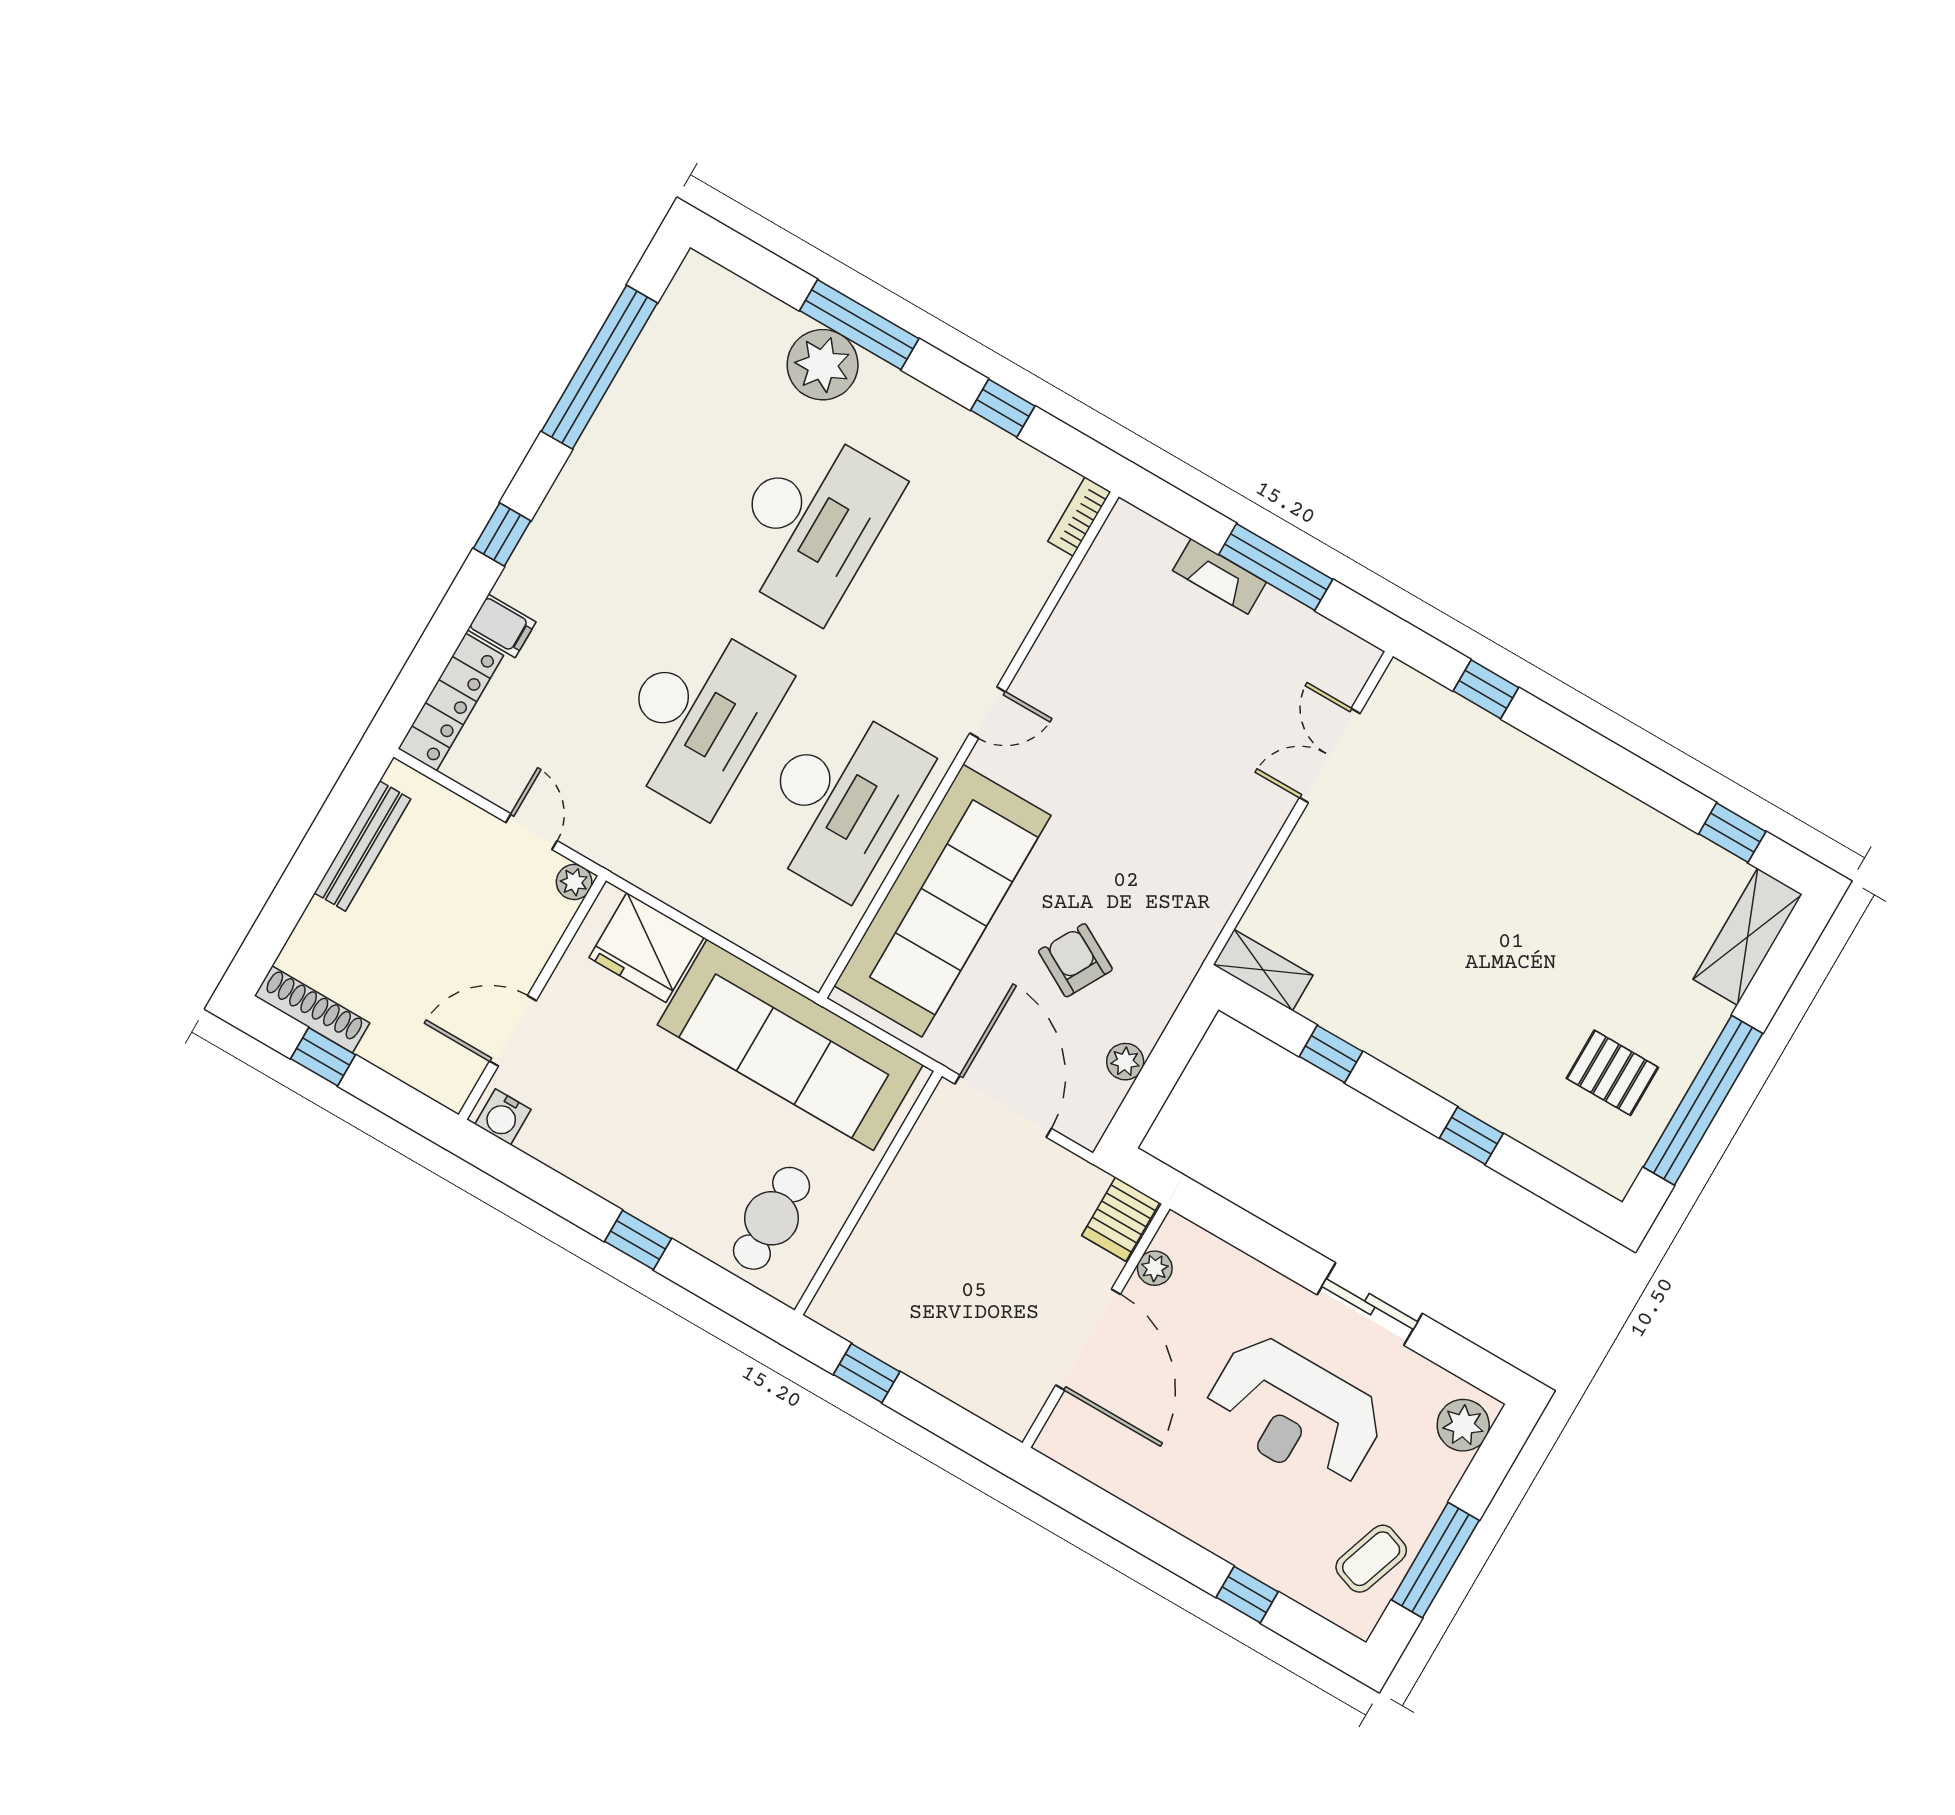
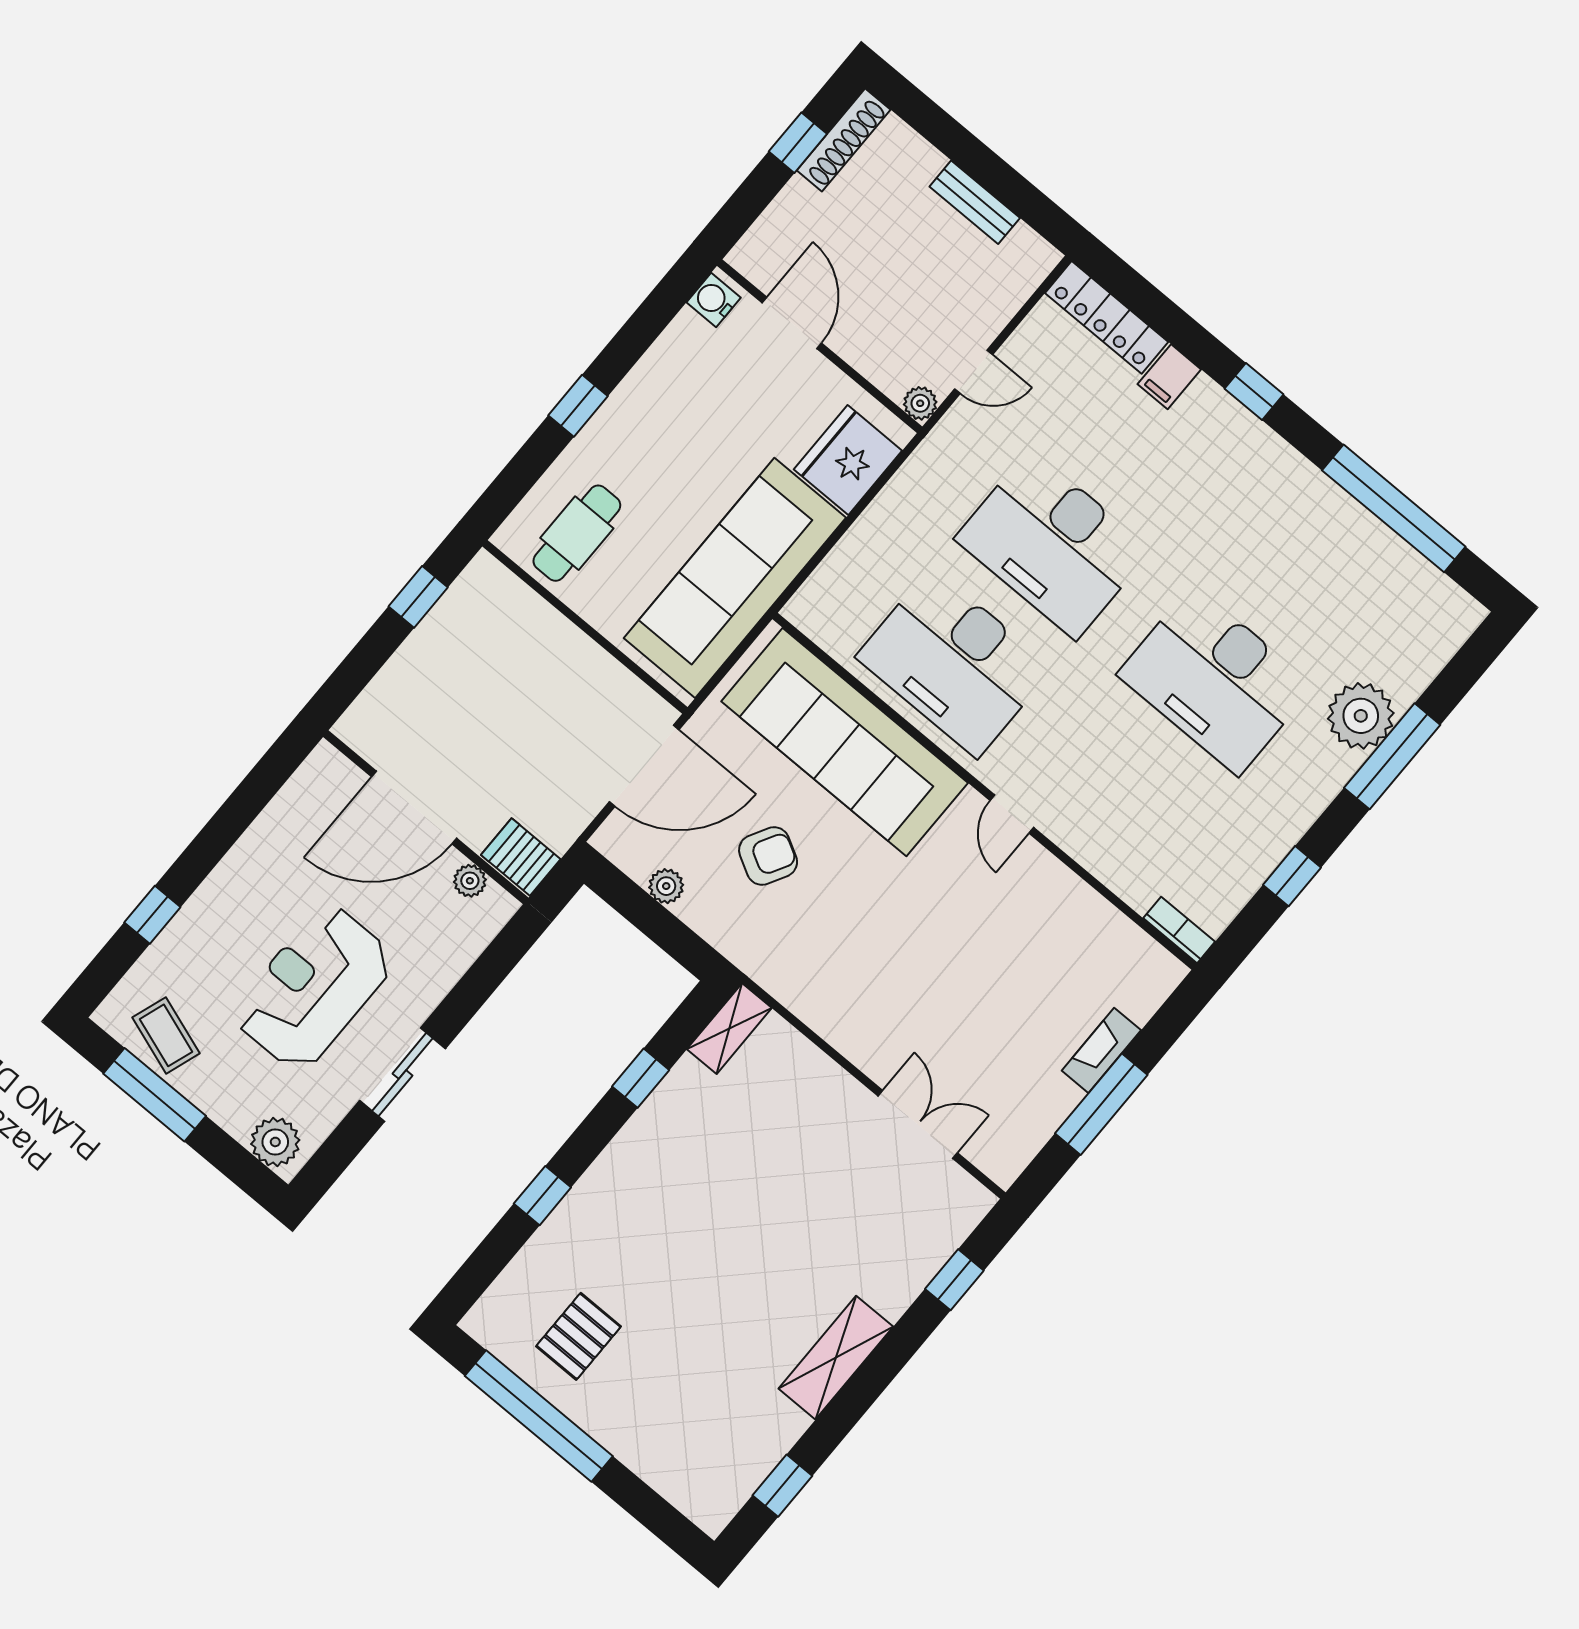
bench: (362, 846) -> (975, 202), width x0.73
shelving: (1748, 937) -> (836, 1358), moved, turned 90
cafe table: (772, 1218) -> (577, 533), turned 90

